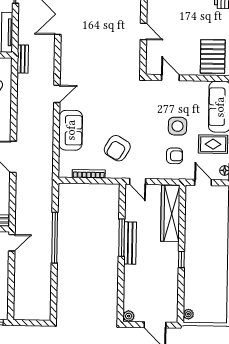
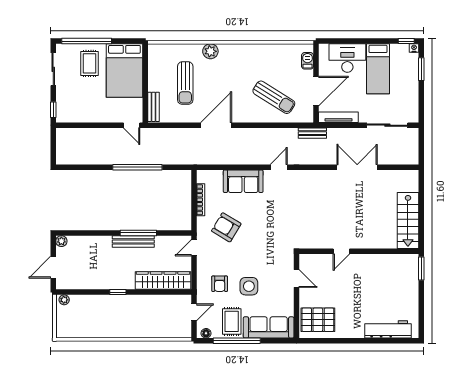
door: (170, 78) -> (296, 279), hinge flipped
door: (57, 94) -> (279, 167), swing flipped

